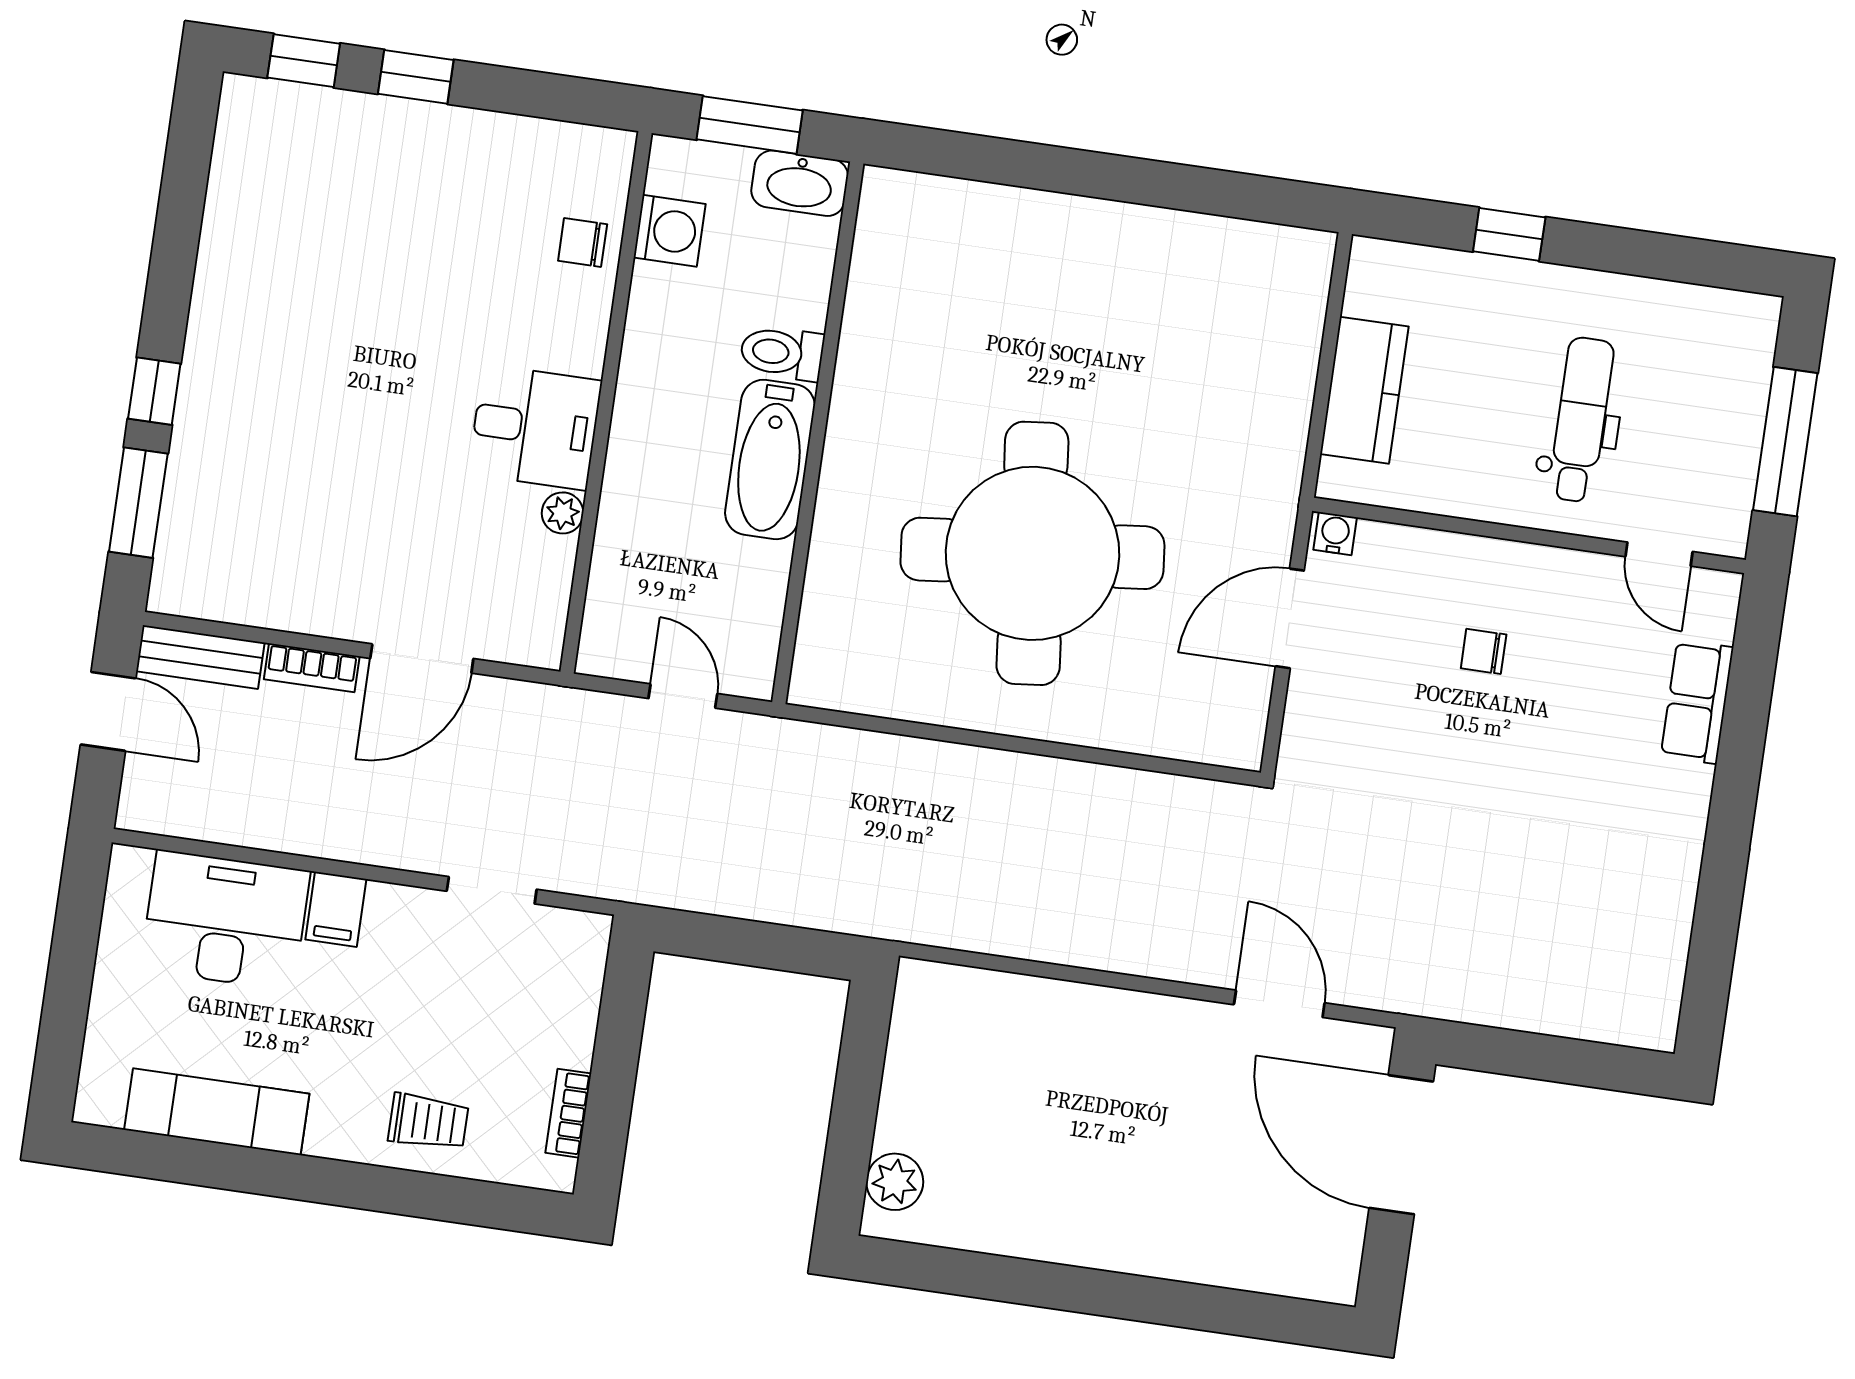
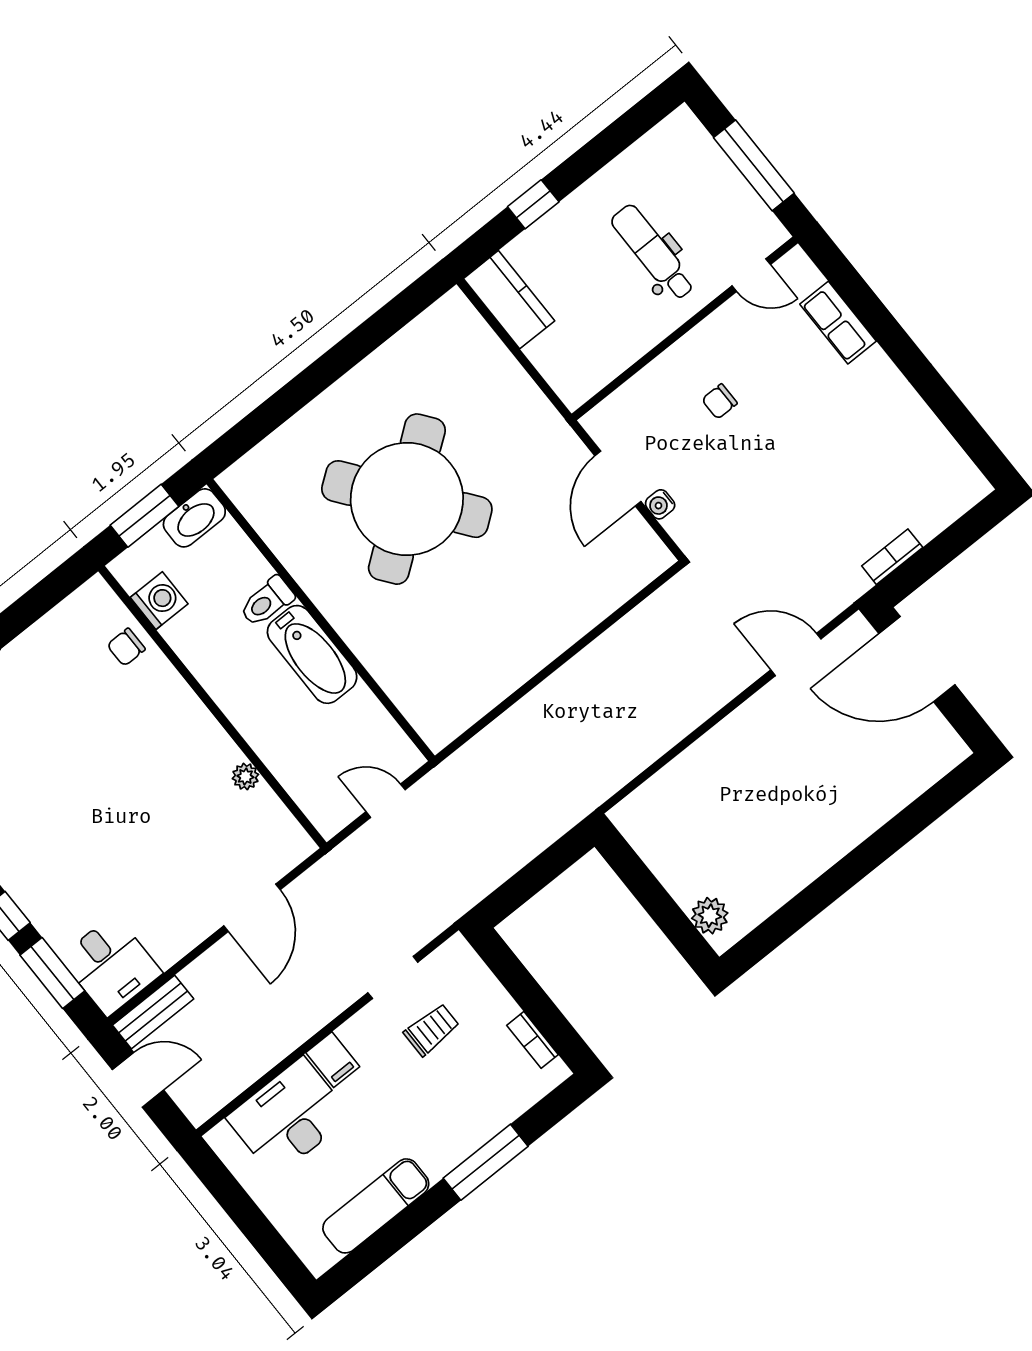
kitchen counter: (1364, 390) -> (509, 300), moved
desk: (535, 427) -> (111, 965), moved, turned 90
water cooler: (1335, 534) -> (660, 504), moved, turned -90
round table: (1032, 553) -> (407, 499), moved, turned -31
bookcase: (312, 668) -> (892, 557), moved, turned 180
trolley: (428, 1122) -> (432, 1030), moved
window: (382, 1189) -> (486, 1162), added

